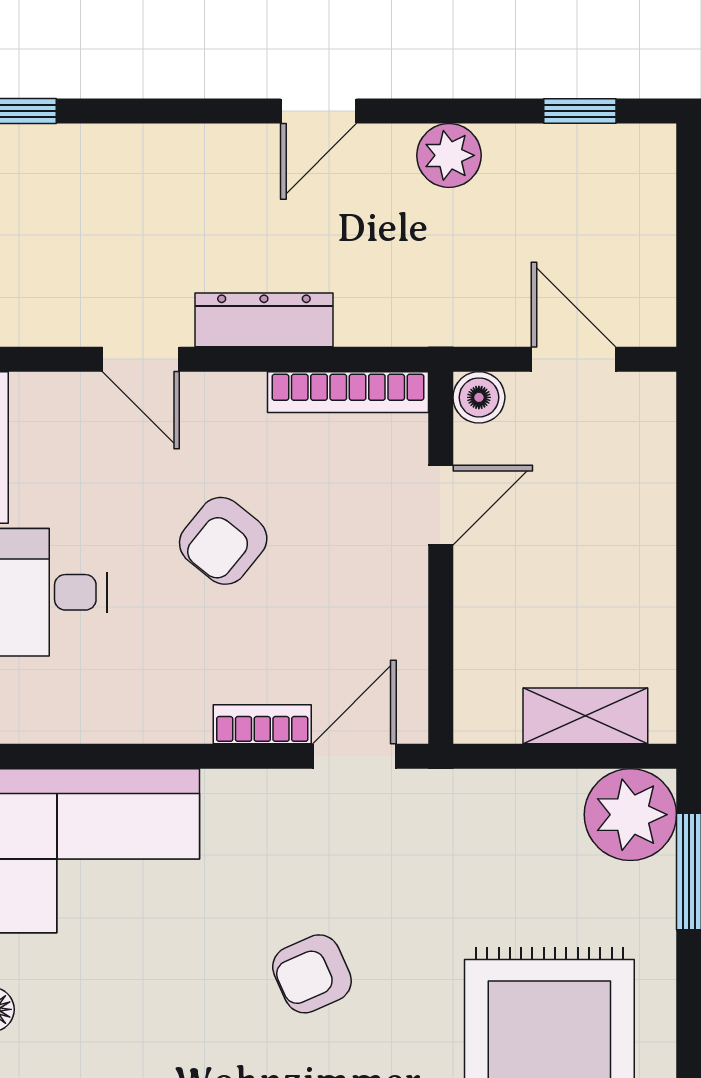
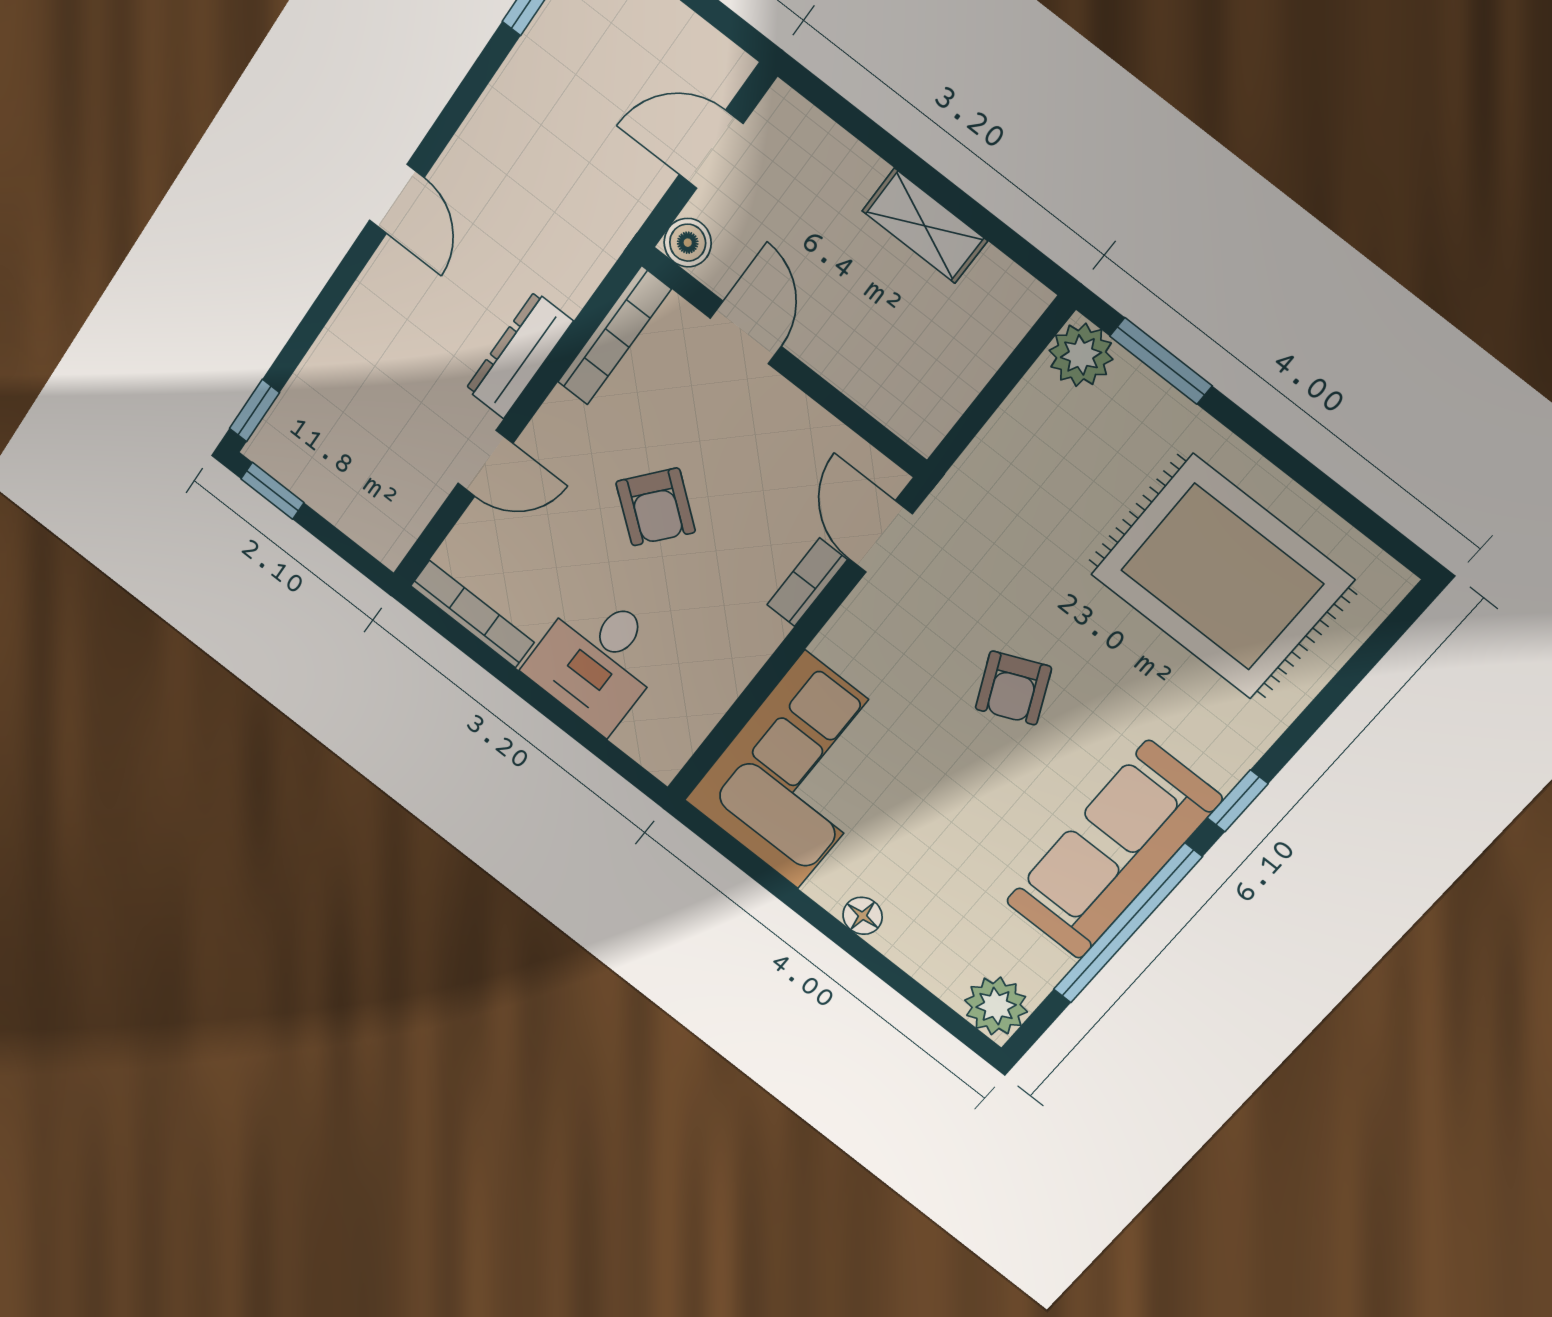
plant: (449, 155) -> (495, 127), removed
shelving: (585, 716) -> (925, 226), moved, turned 90
plant: (630, 815) -> (1081, 355), width x0.73, depth x0.73

